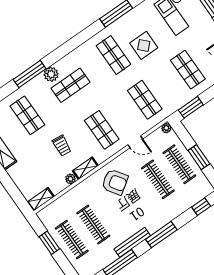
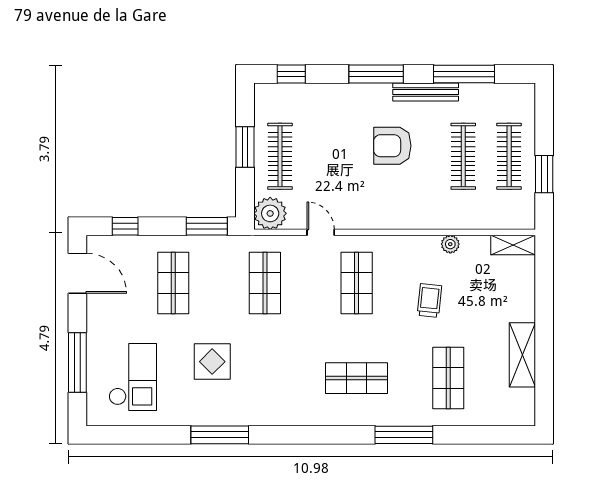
shop shelf: (114, 55) -> (265, 378), removed
plant: (51, 74) -> (373, 413), removed
plant: (166, 128) -> (270, 213), width x1.87, depth x1.87
shelving: (85, 168) -> (418, 245), removed
clothes rail: (158, 179) -> (326, 156), removed
armchair: (115, 182) -> (392, 146), moved, turned -56

